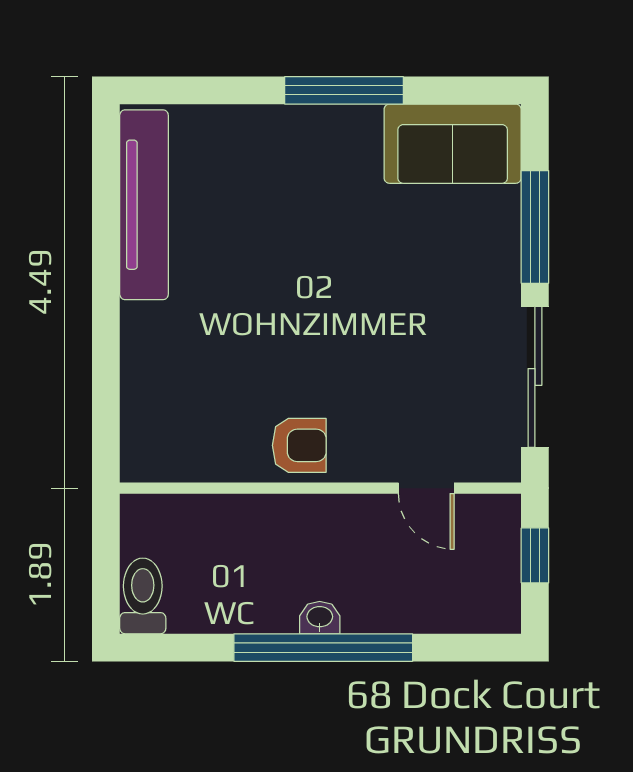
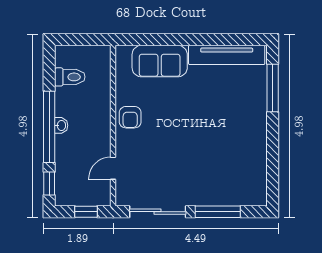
window: (344, 90) -> (273, 88), moved
sofa: (453, 144) -> (160, 61), moved, turned -90
toilet: (143, 596) -> (70, 77), moved
window: (464, 648) -> (49, 183), added

